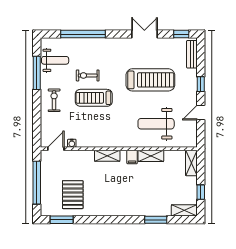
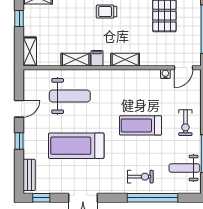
exercise bike: (88, 75) -> (140, 177), moved
treadmill: (94, 98) -> (140, 125), turned 180
trolley: (124, 198) -> (106, 12), added

